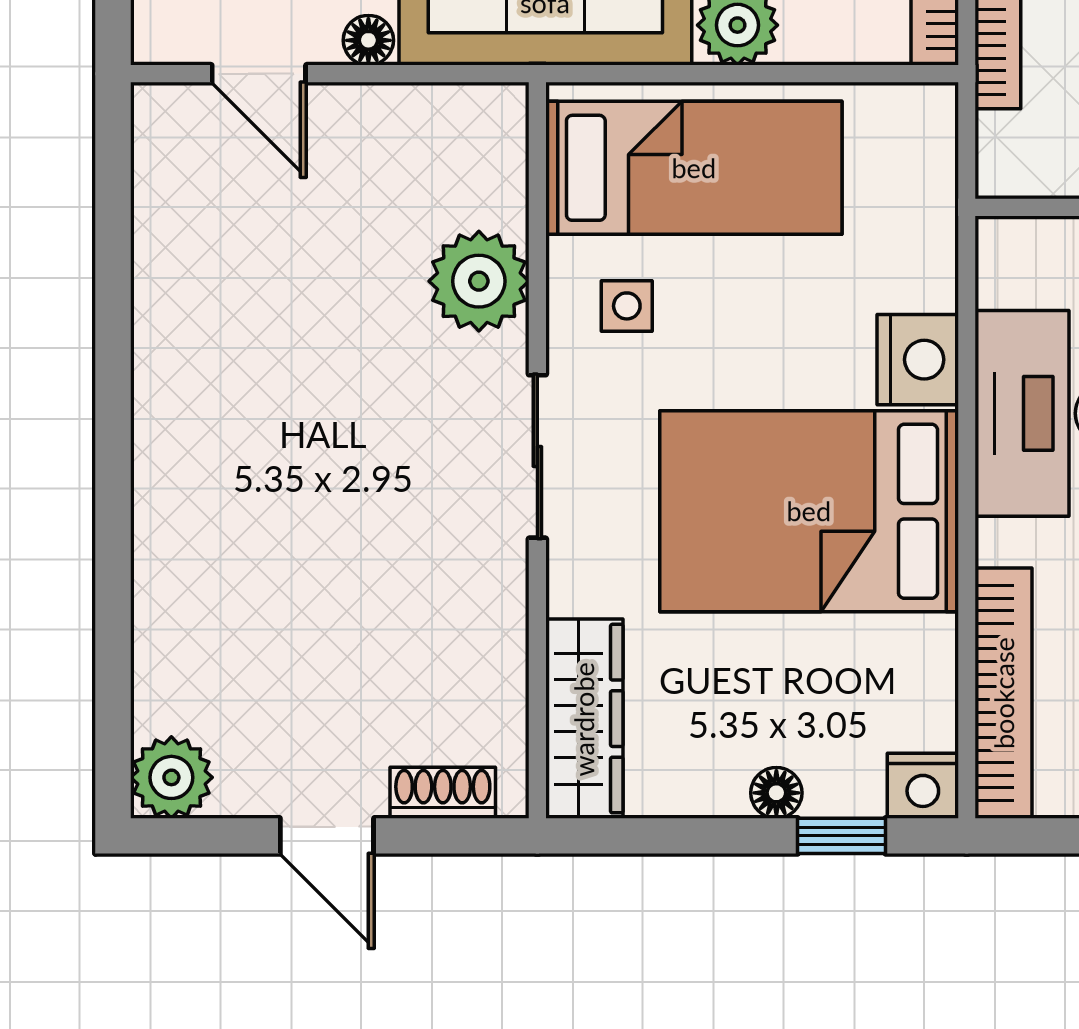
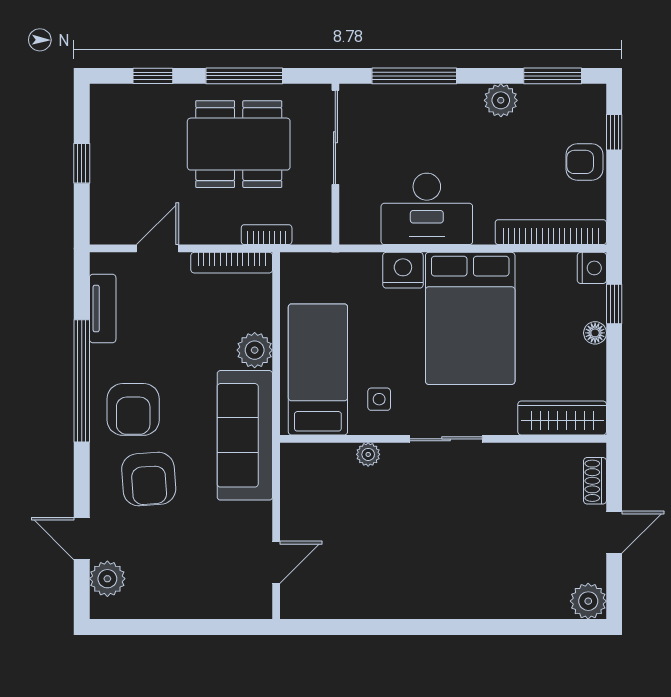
floor lamp: (368, 40) -> (261, 514), removed
plant: (479, 281) -> (368, 454), width x0.53, depth x0.53

